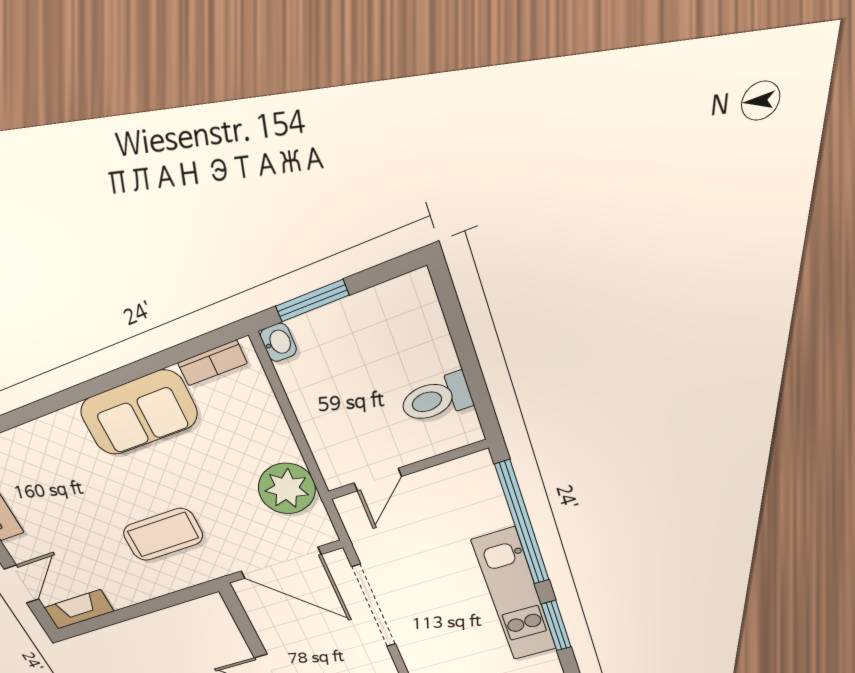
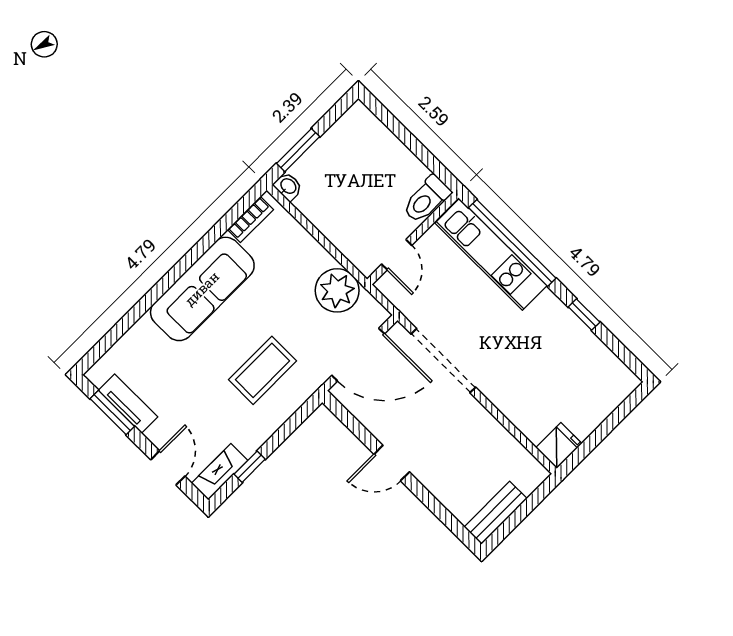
toilet: (436, 399) -> (427, 199), moved
sofa: (139, 413) -> (202, 289), width x1.36
kitchen unit: (515, 595) -> (491, 254), moved
window: (114, 618) -> (250, 467), added
window: (556, 626) -> (584, 314), width x0.67

